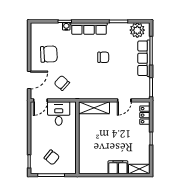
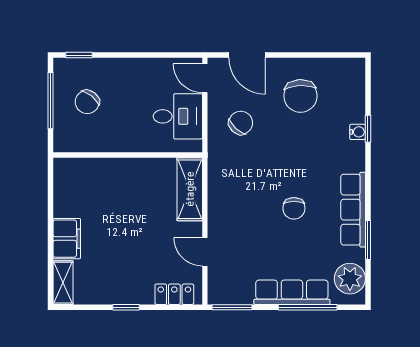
row of seats: (89, 29) -> (353, 210), moved

